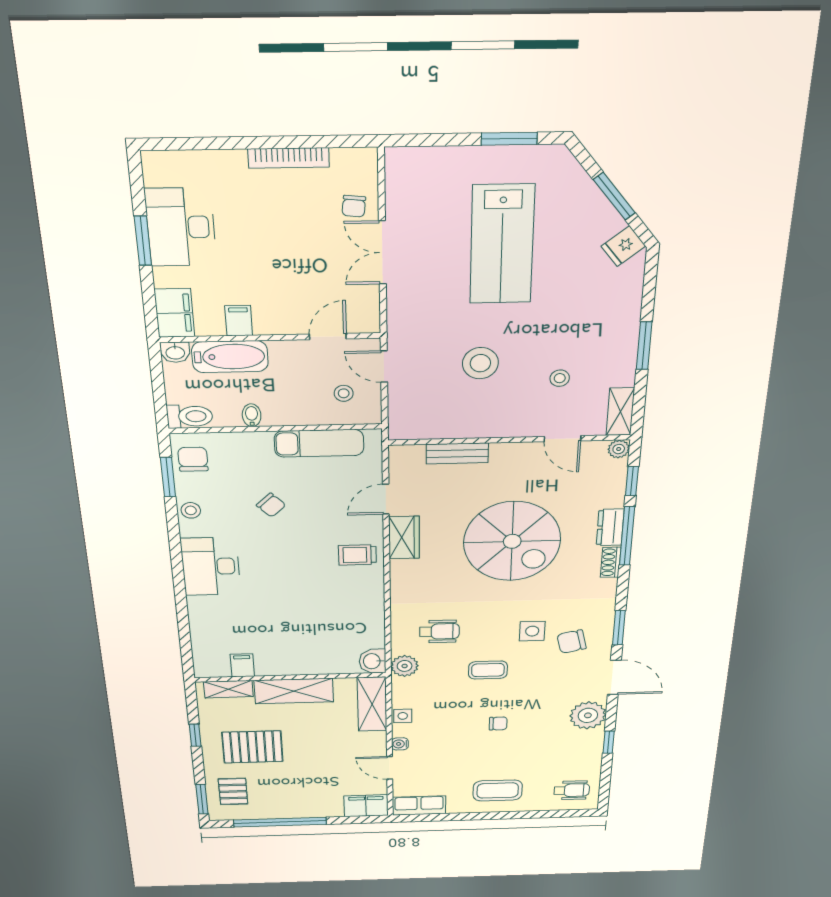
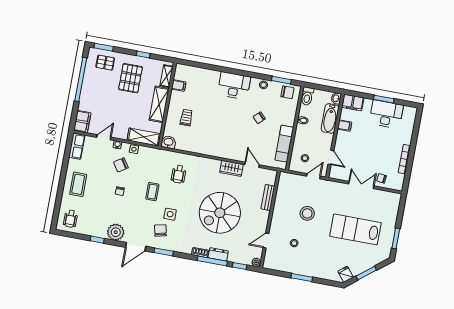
shelving: (620, 412) -> (274, 265), removed
trolley: (357, 555) -> (186, 118), moved
plant: (405, 666) -> (163, 156), removed
chair: (441, 731) -> (121, 165), added

